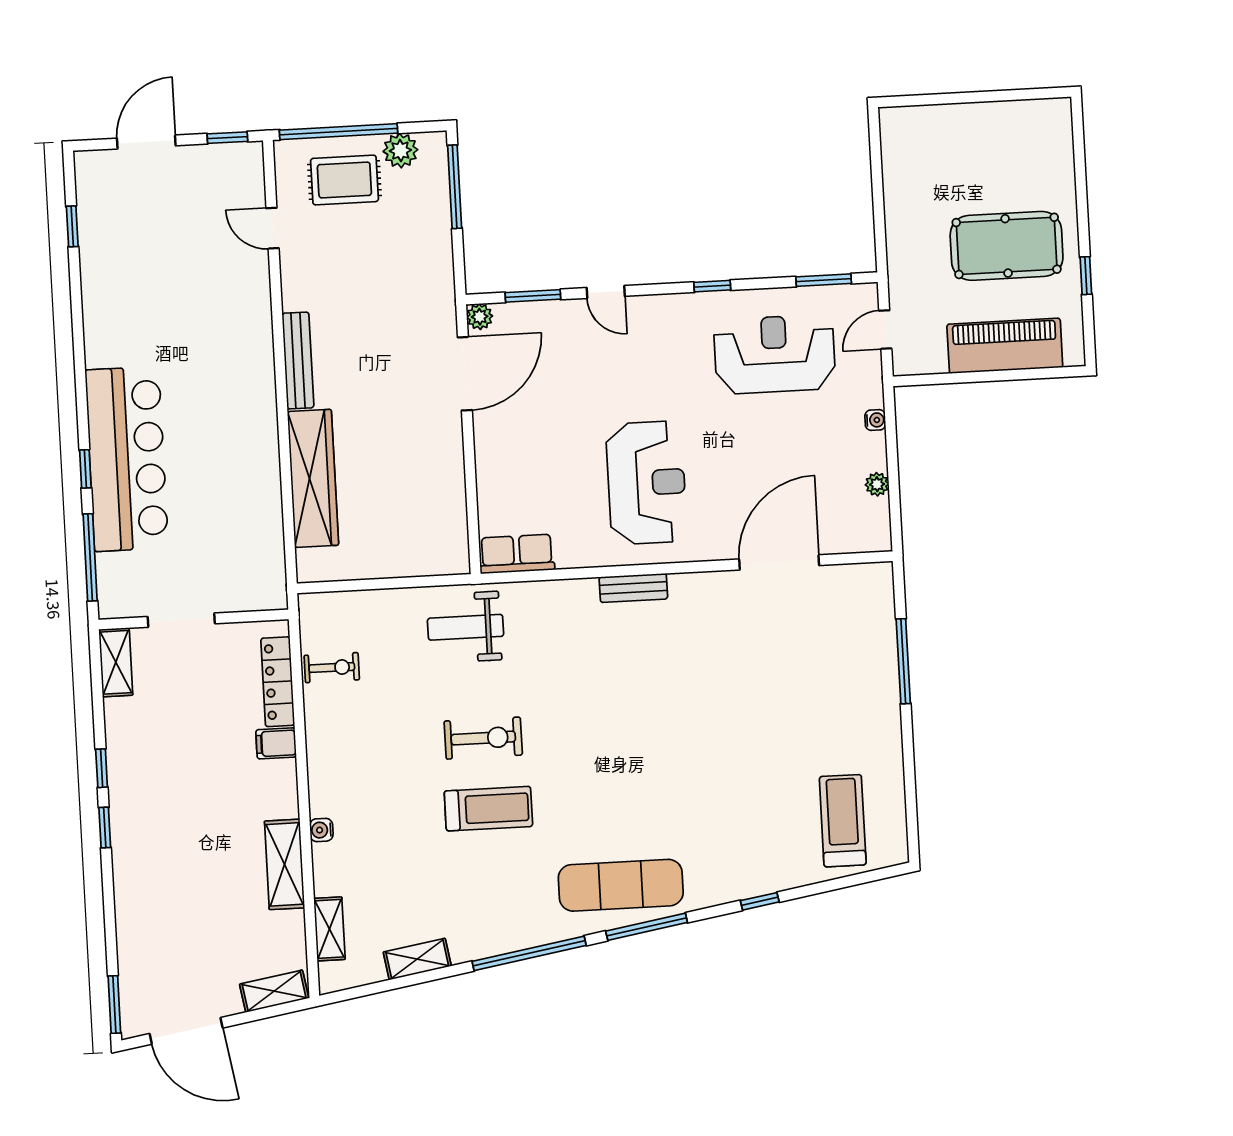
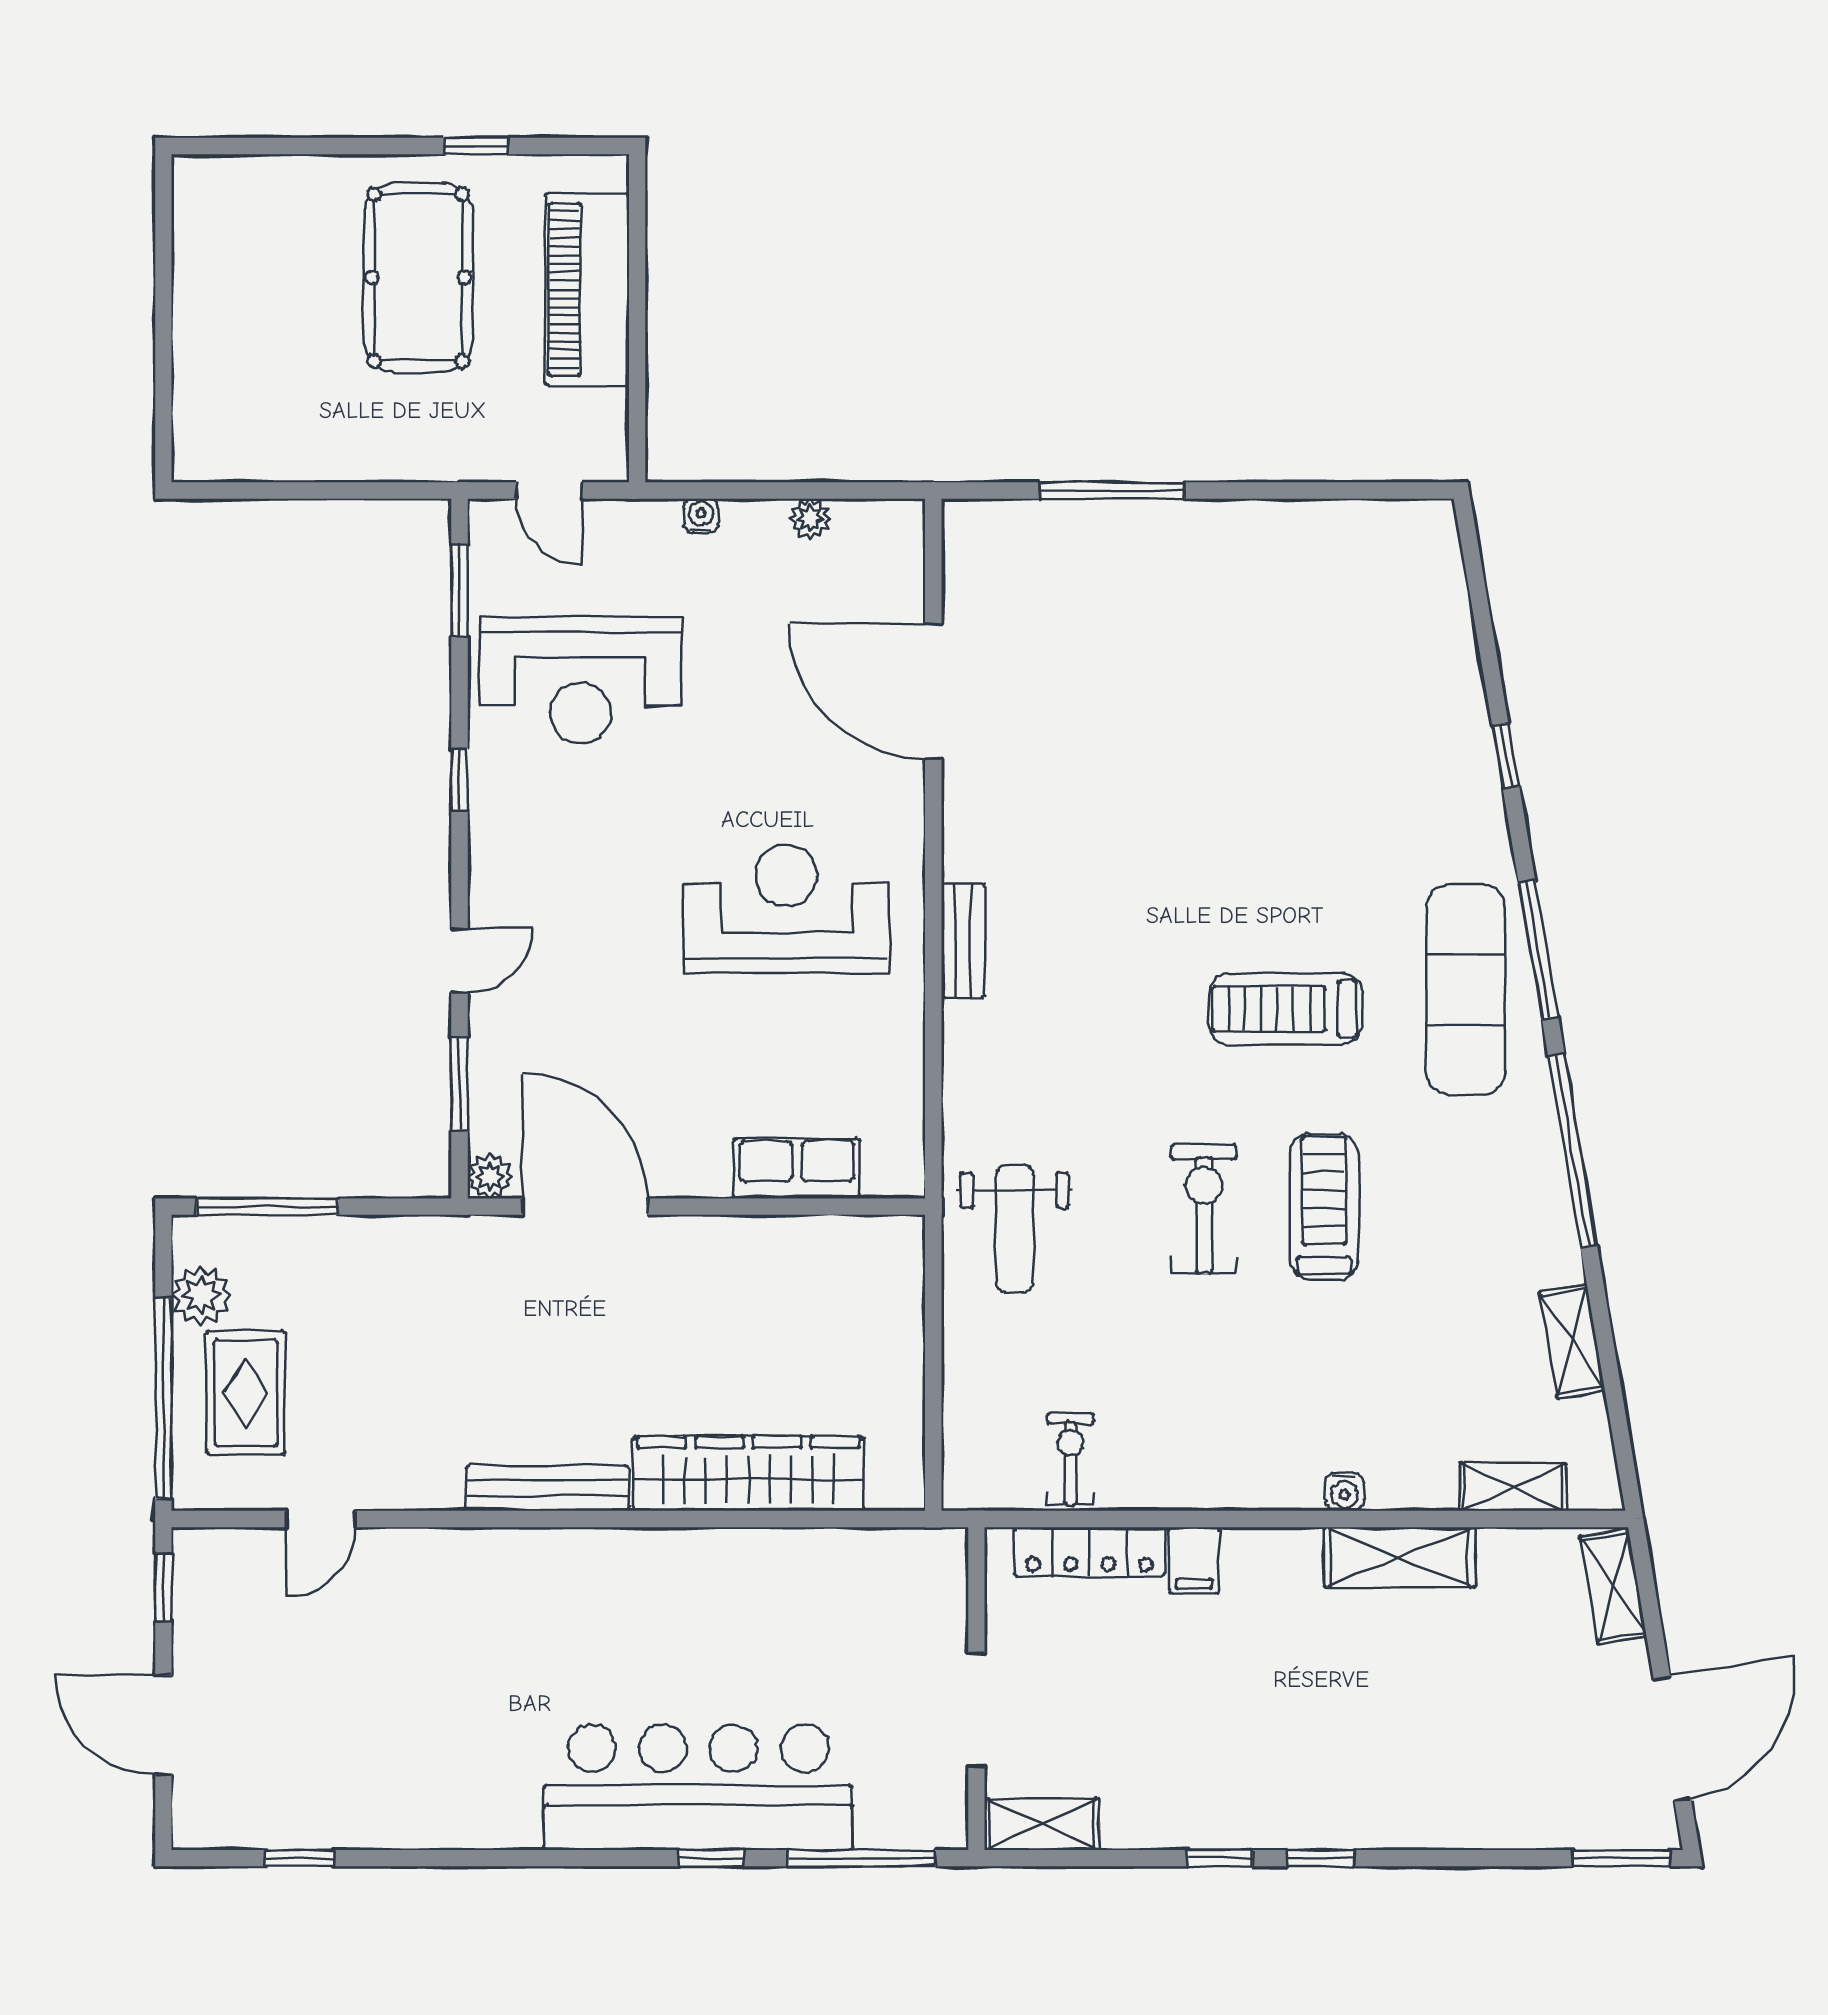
reception desk: (775, 354) -> (580, 680), turned -90
row of seats: (517, 554) -> (797, 1168), moved, turned 90
treadmill: (843, 821) -> (1286, 1009), moved

